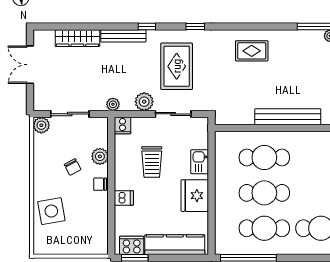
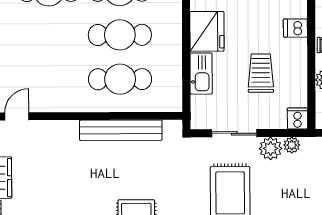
plant: (113, 104) -> (292, 145), moved
bench: (288, 117) -> (121, 130), moved
kitchen sink: (200, 162) -> (201, 74), width x1.38

